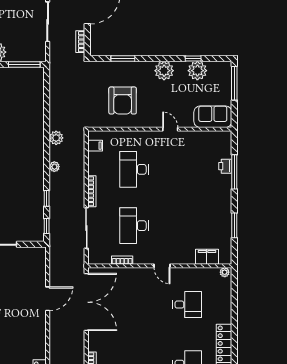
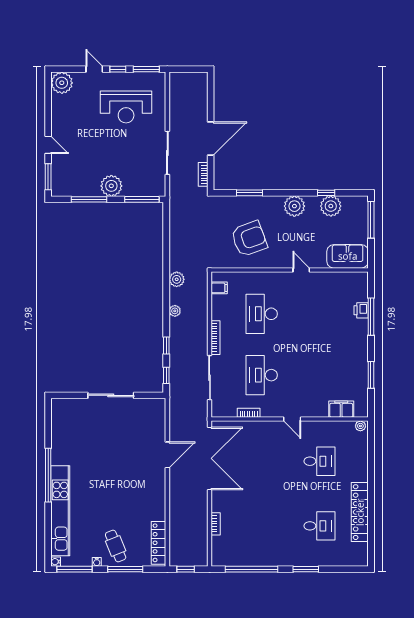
armchair: (123, 101) -> (249, 239), turned -110

